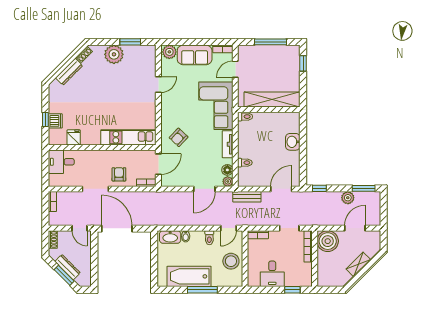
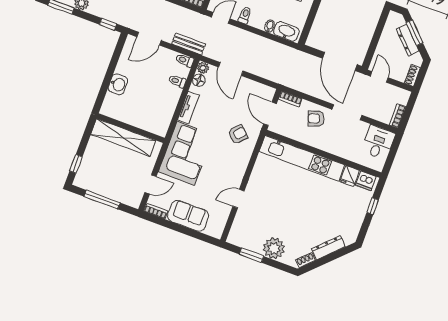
plant: (169, 52) -> (214, 229), removed
toilet: (245, 117) -> (185, 60), moved
dishwasher: (55, 121) -> (366, 181), moved, turned -90
kitchen unit: (128, 137) -> (302, 158), width x1.36
desk: (61, 162) -> (378, 142), moved, turned -90
door: (158, 164) -> (270, 114), hinge flipped
armchair: (119, 174) -> (316, 119), turned 70
door: (204, 189) -> (231, 69), swing flipped

